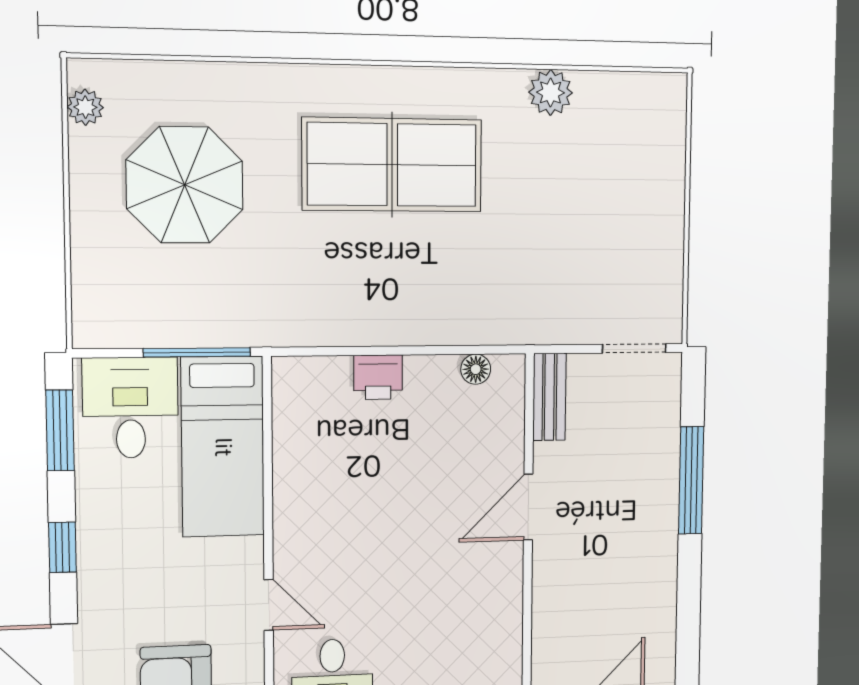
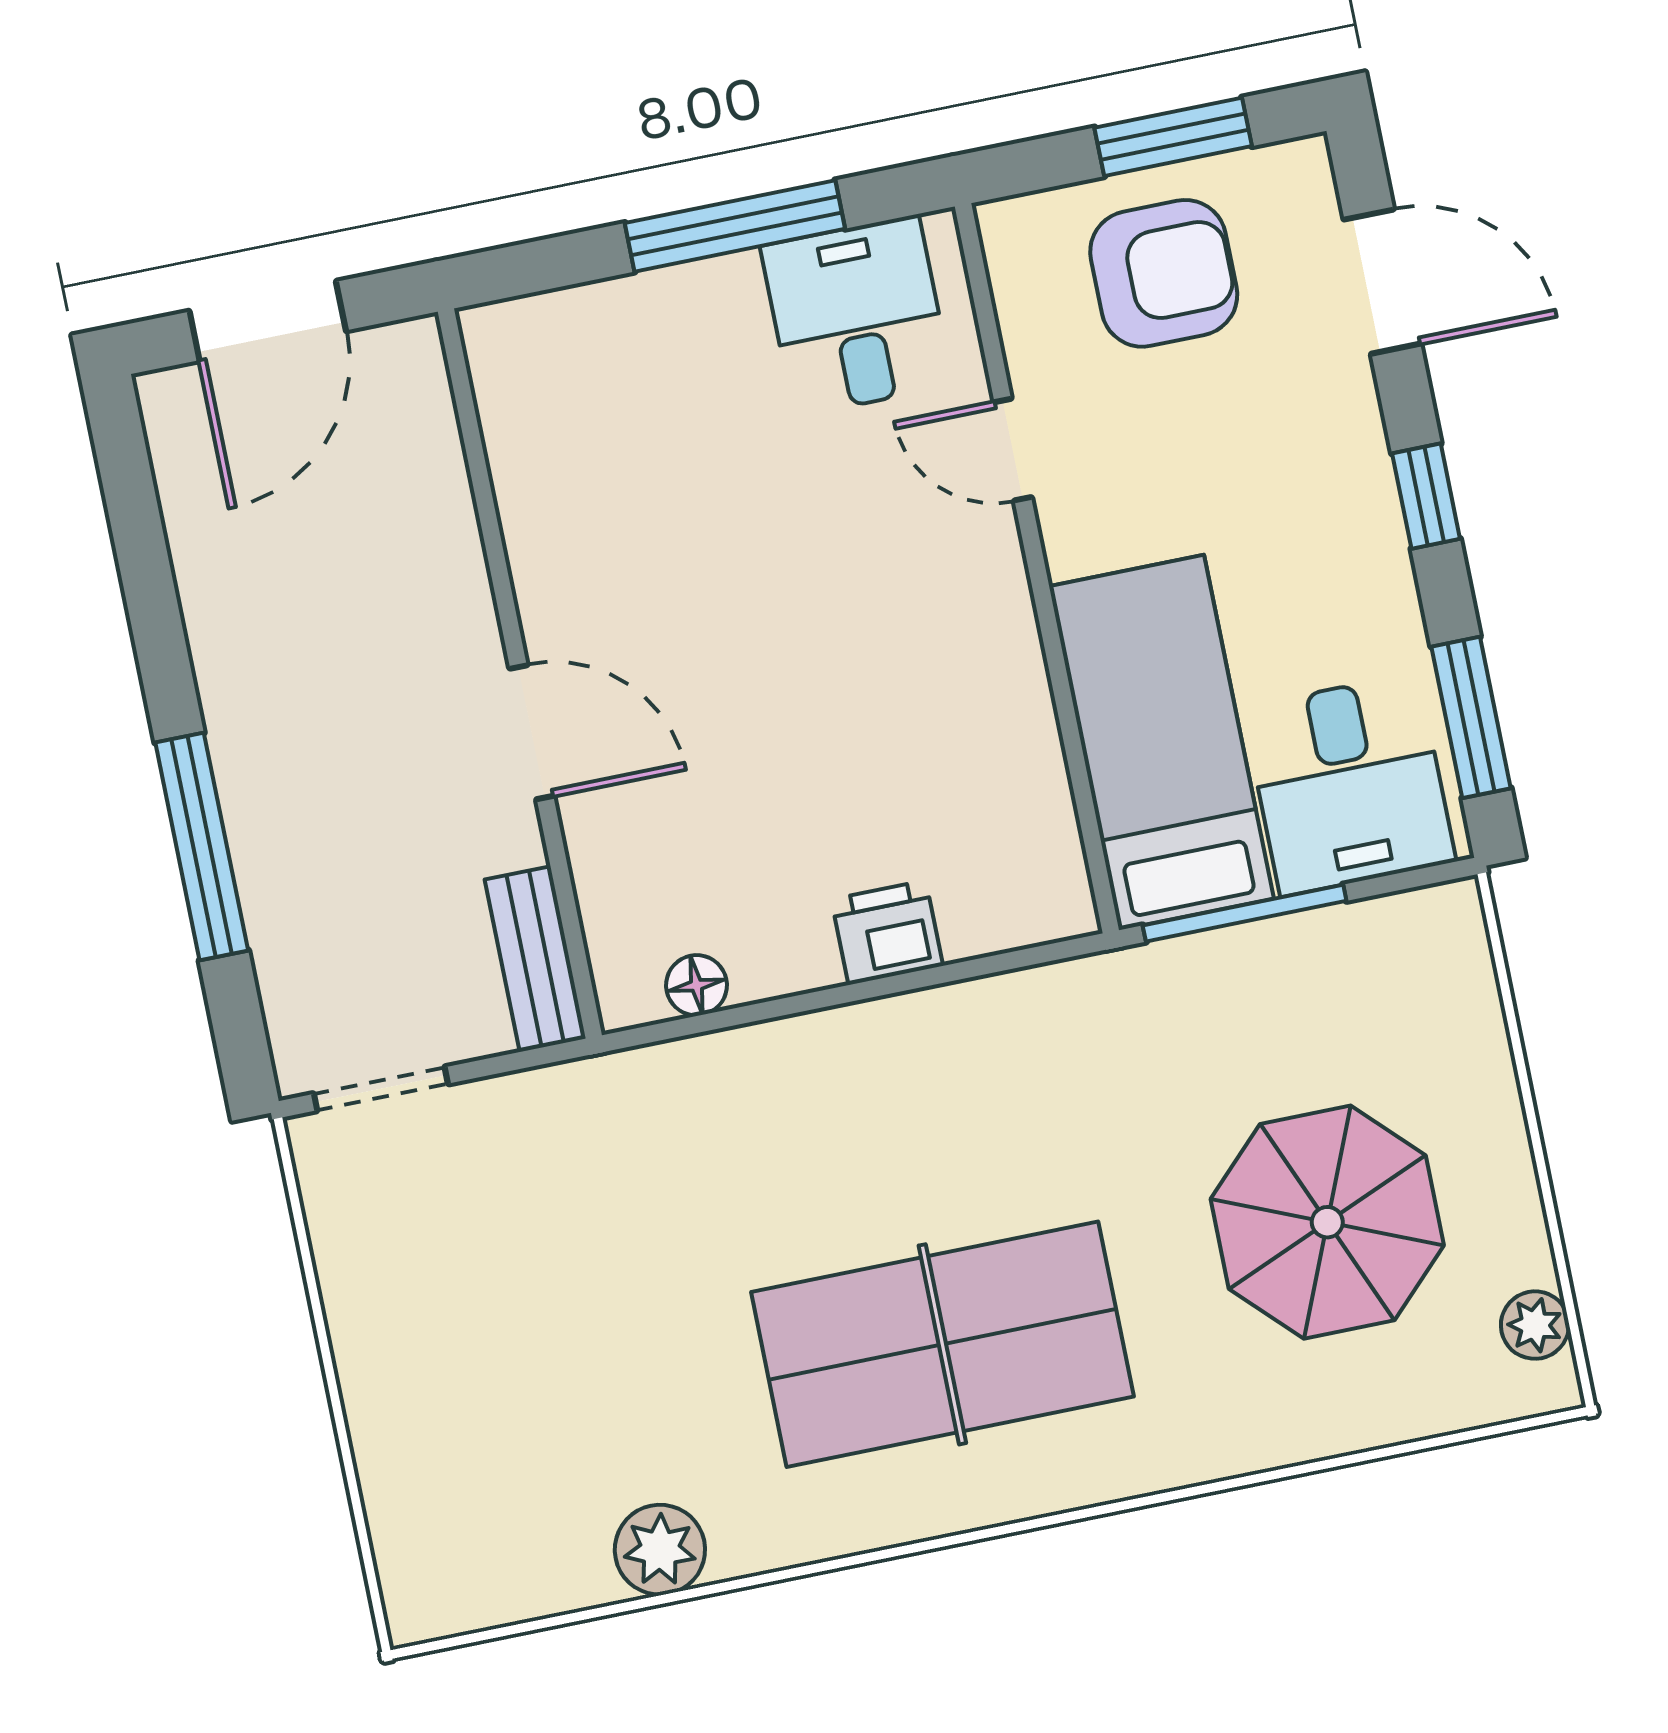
door: (528, 507) -> (532, 732), hinge flipped

